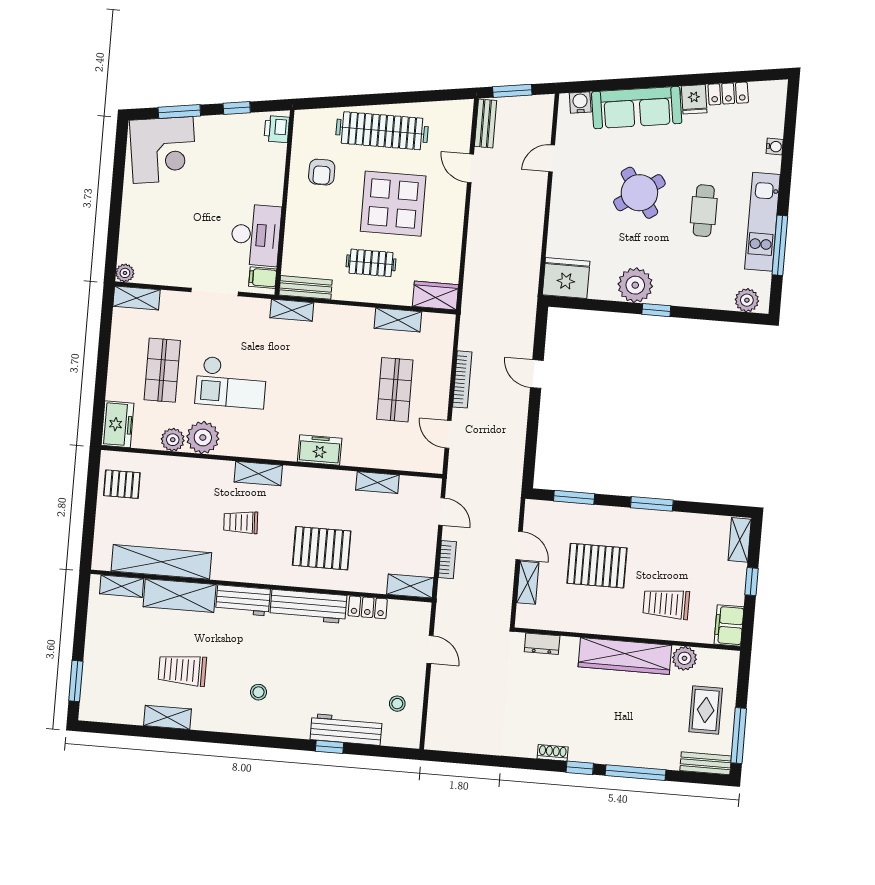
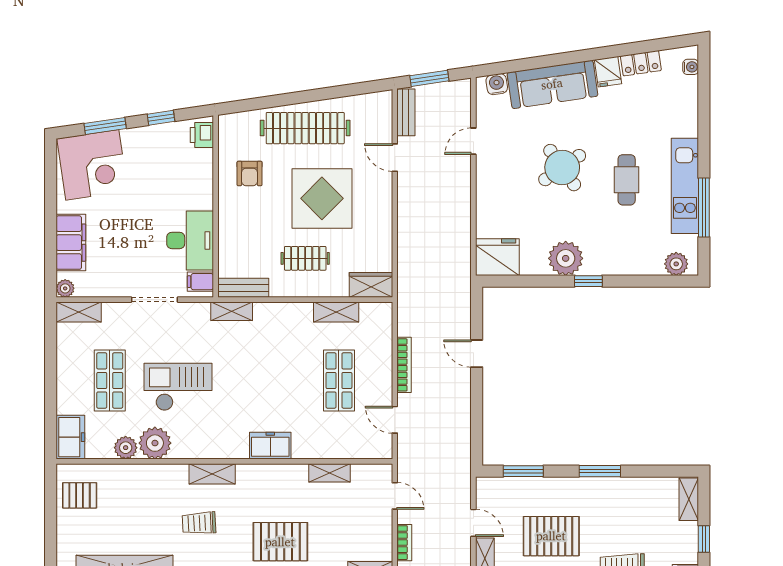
water cooler: (775, 147) -> (691, 67), moved
filing cabinet: (135, 227) -> (71, 243), added
checkout: (231, 382) -> (178, 387), turned 180

